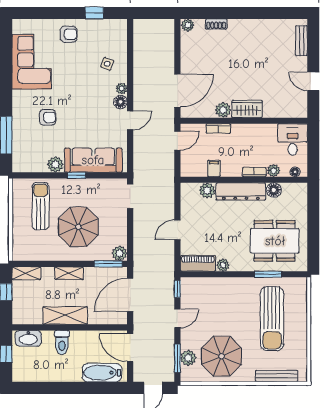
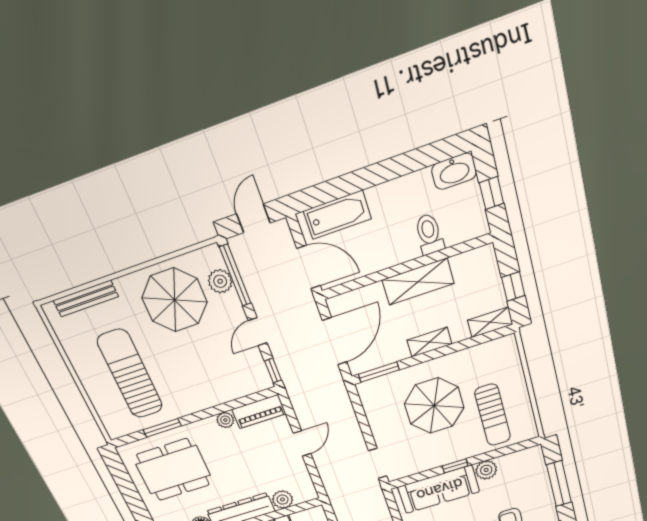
plant: (120, 253) -> (368, 390), removed
washbasin: (28, 338) -> (454, 171), moved, turned 180
toilet: (62, 342) -> (429, 234), moved
window: (177, 358) -> (235, 275), width x1.44

